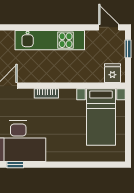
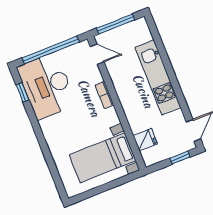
fridge: (112, 73) -> (145, 140), moved

